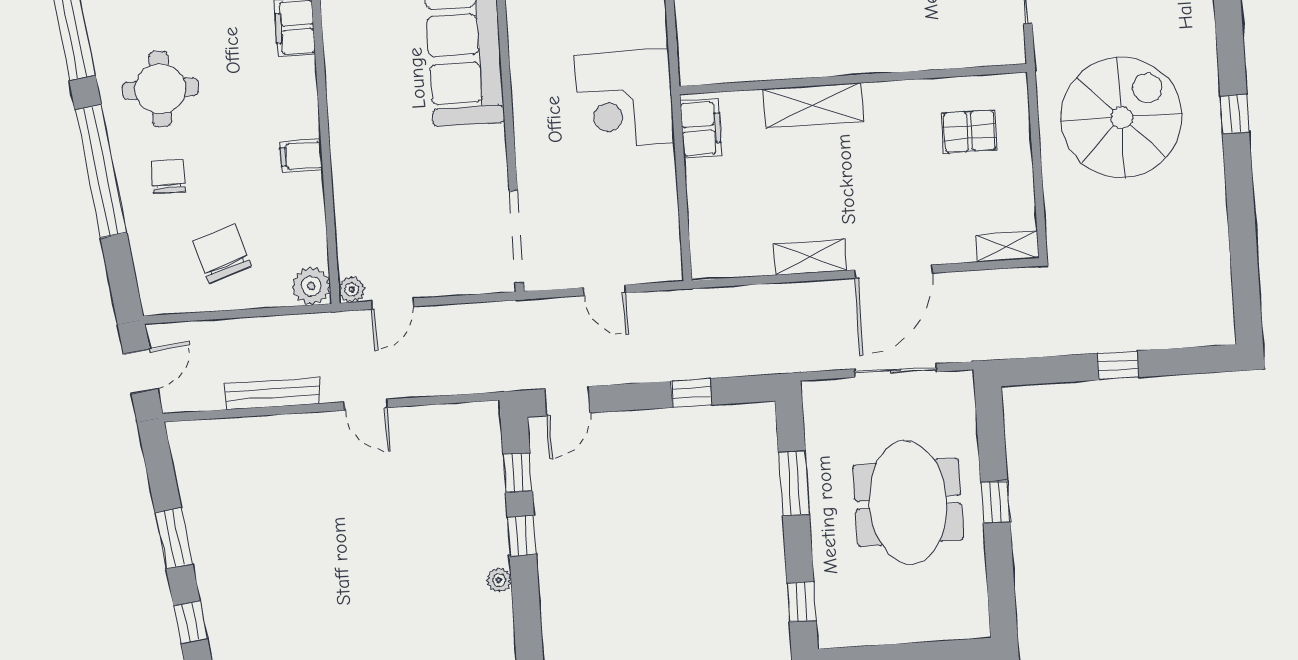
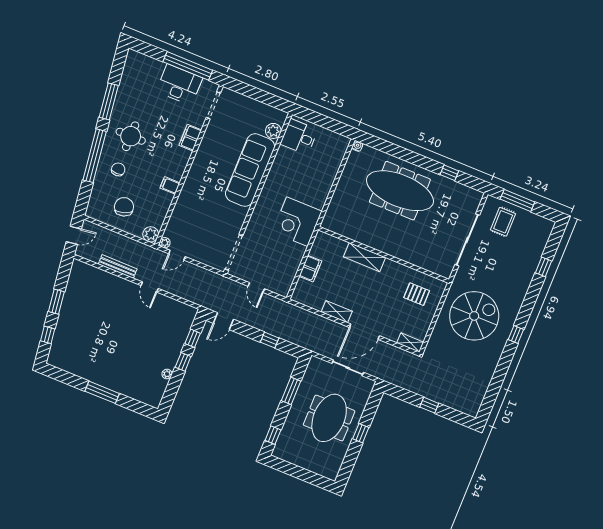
filing cabinet: (701, 129) -> (310, 269), moved

